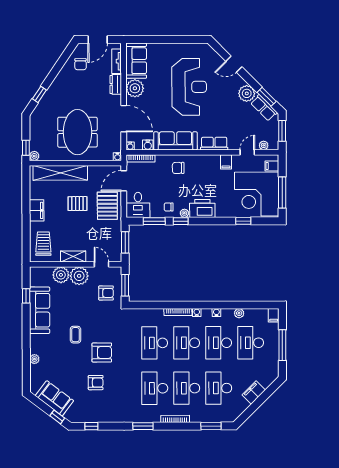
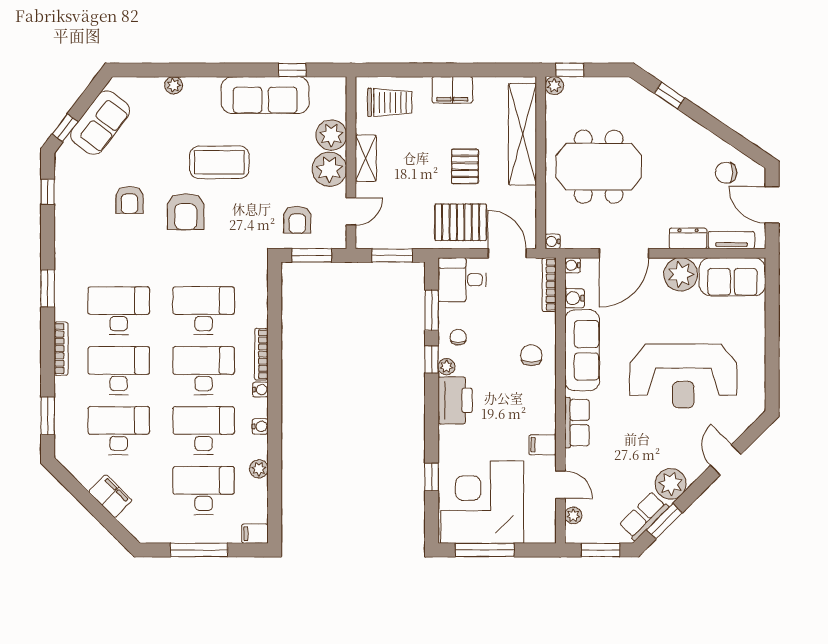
filing cabinet: (272, 166) -> (535, 531), removed
coffee table: (75, 335) -> (219, 162), width x1.86, depth x1.72

